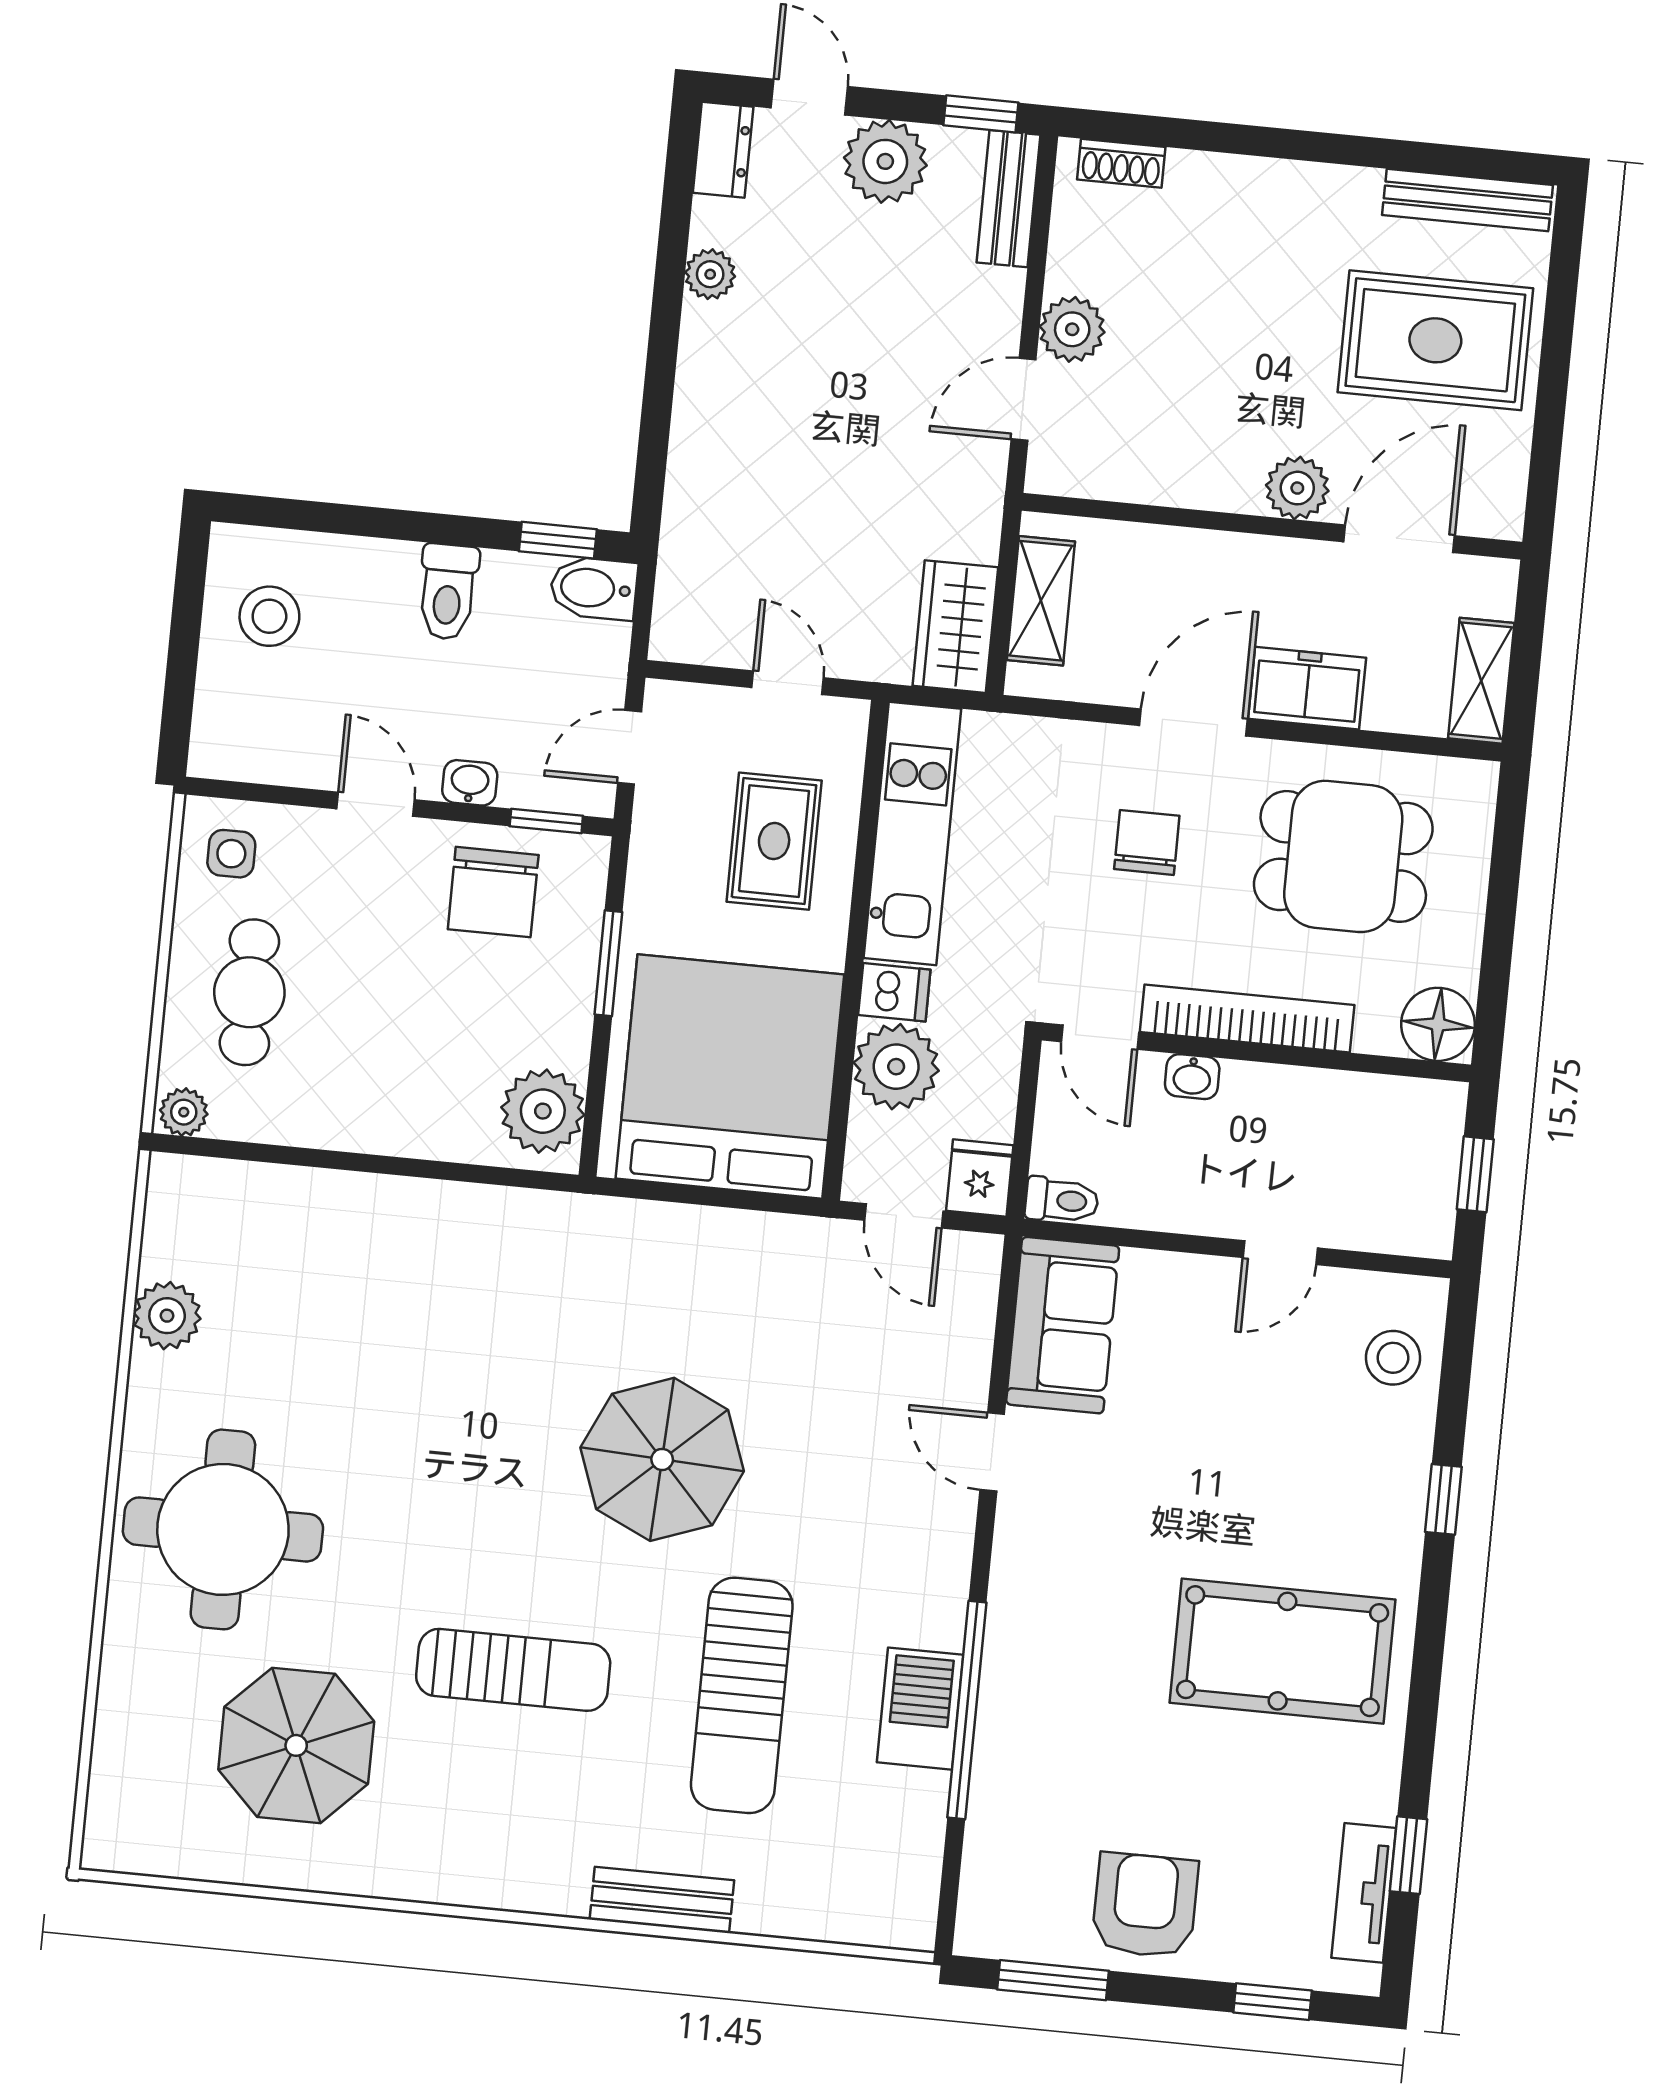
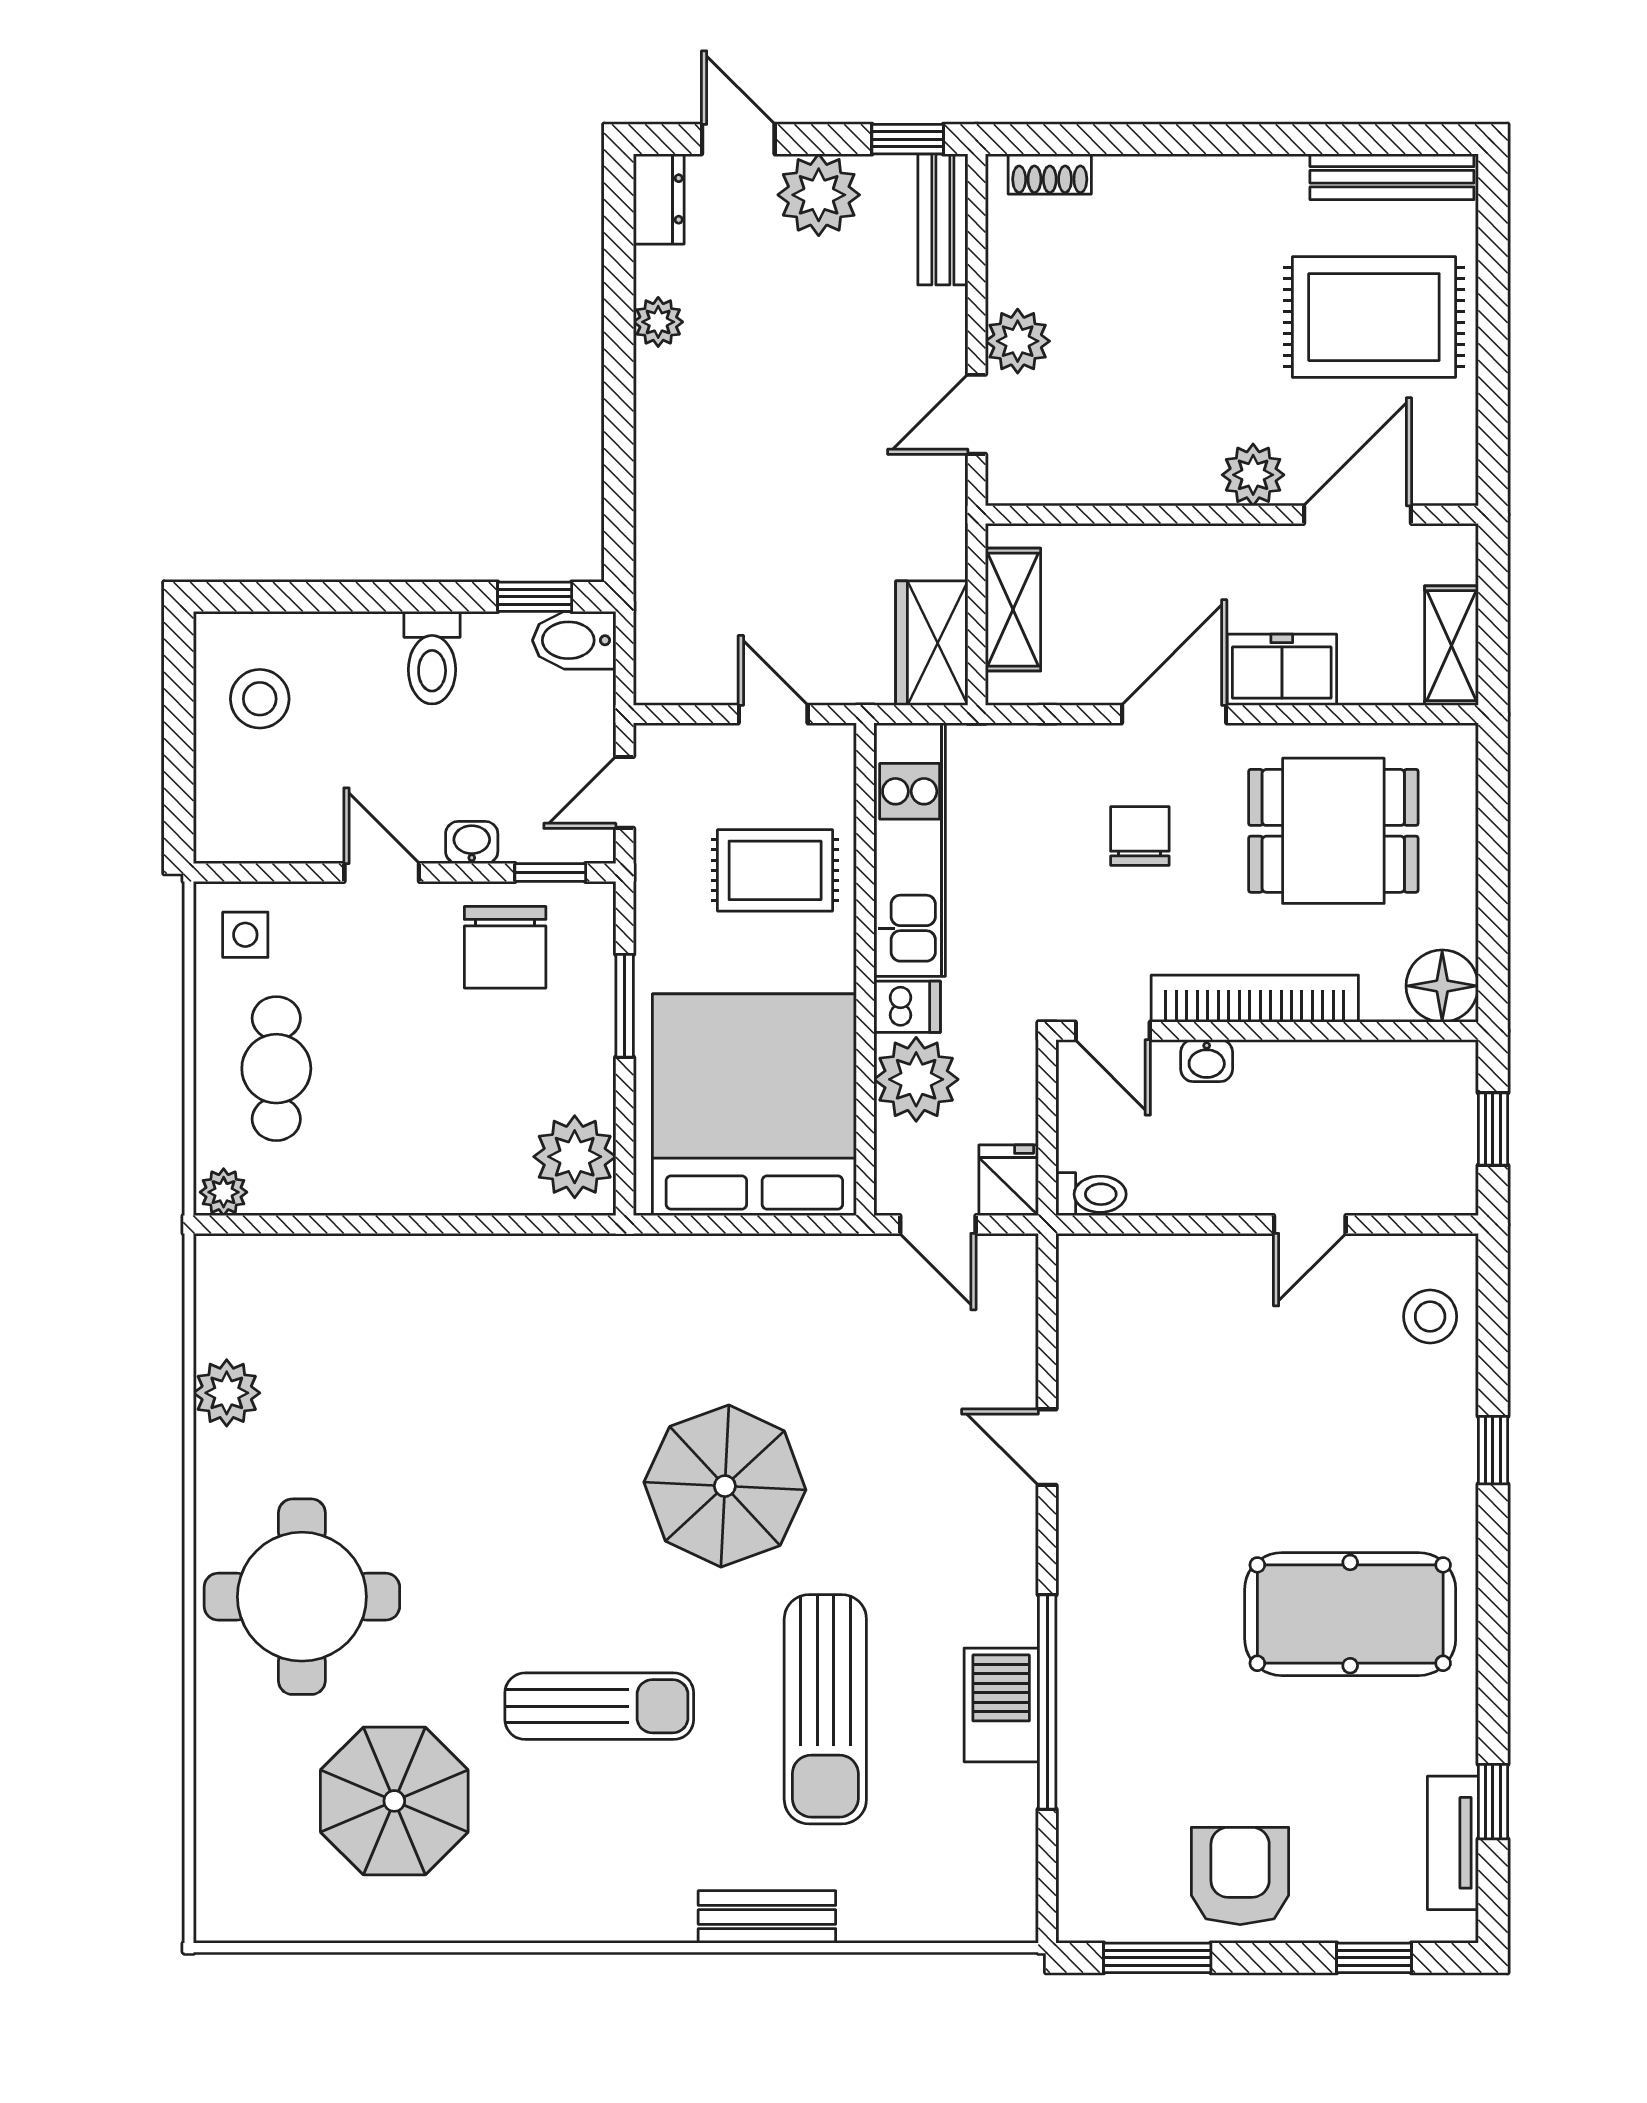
rug: (774, 841) -> (775, 870), turned 90
sofa: (1063, 1325) -> (1104, 1316), removed

